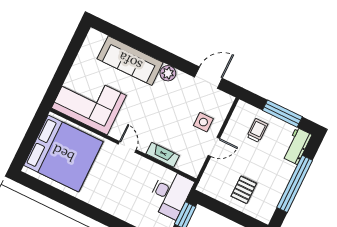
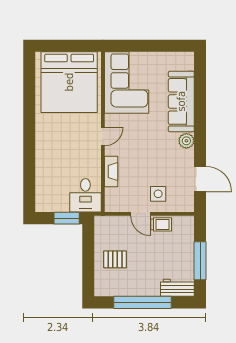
trolley: (257, 130) -> (161, 224), moved
desk: (170, 194) -> (85, 195), width x0.73

